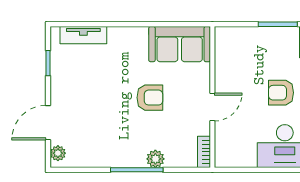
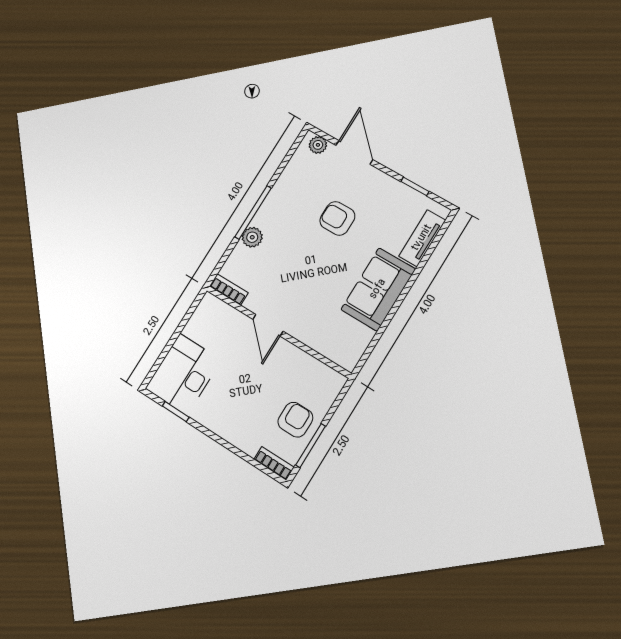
sofa: (180, 44) -> (378, 289), moved
armchair: (281, 93) -> (295, 420), moved
armchair: (150, 98) -> (337, 218), moved, turned 90

